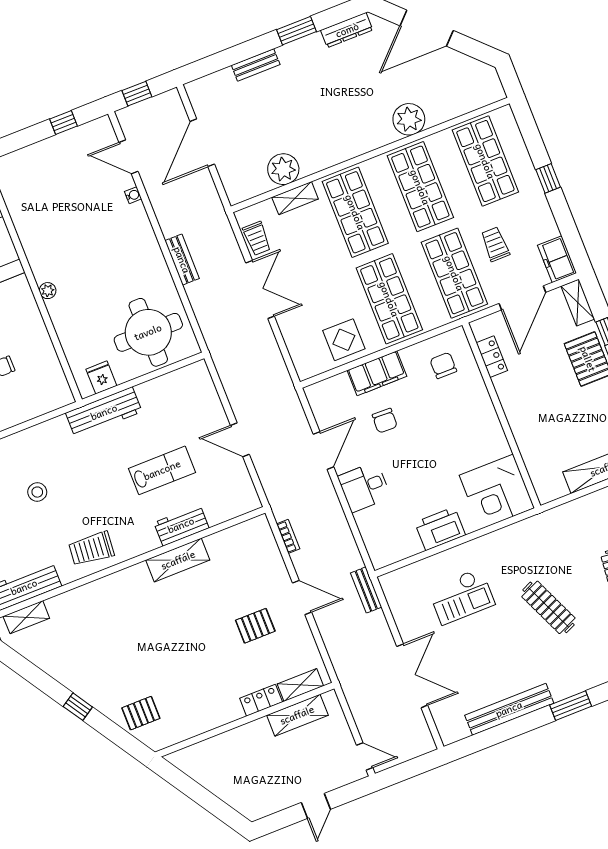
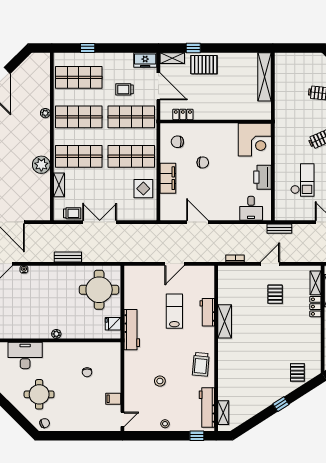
plant: (409, 119) -> (45, 113), width x0.53, depth x0.53
plant: (283, 169) -> (41, 165), moved
window: (548, 178) -> (88, 48), moved
chair: (385, 421) -> (203, 162), moved
desk: (364, 487) -> (251, 208), moved

